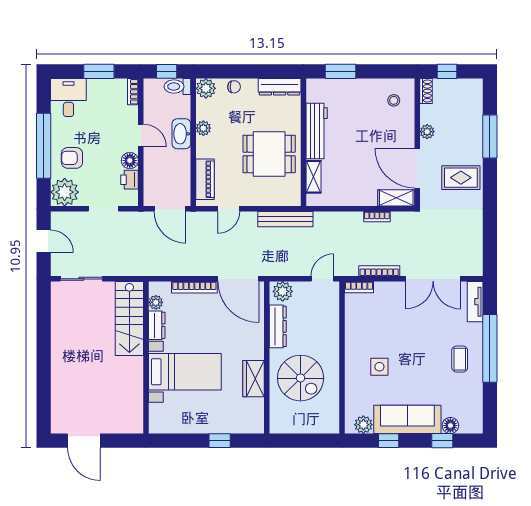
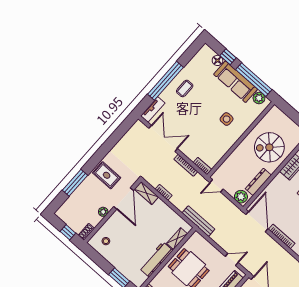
bench: (285, 219) -> (198, 221), moved
spiral stairs: (301, 378) -> (269, 147), turned -90
window: (389, 441) -> (254, 80), width x3.17

